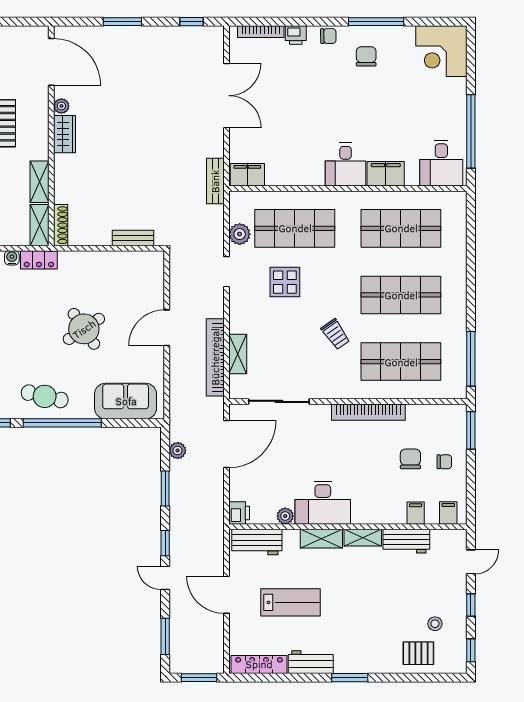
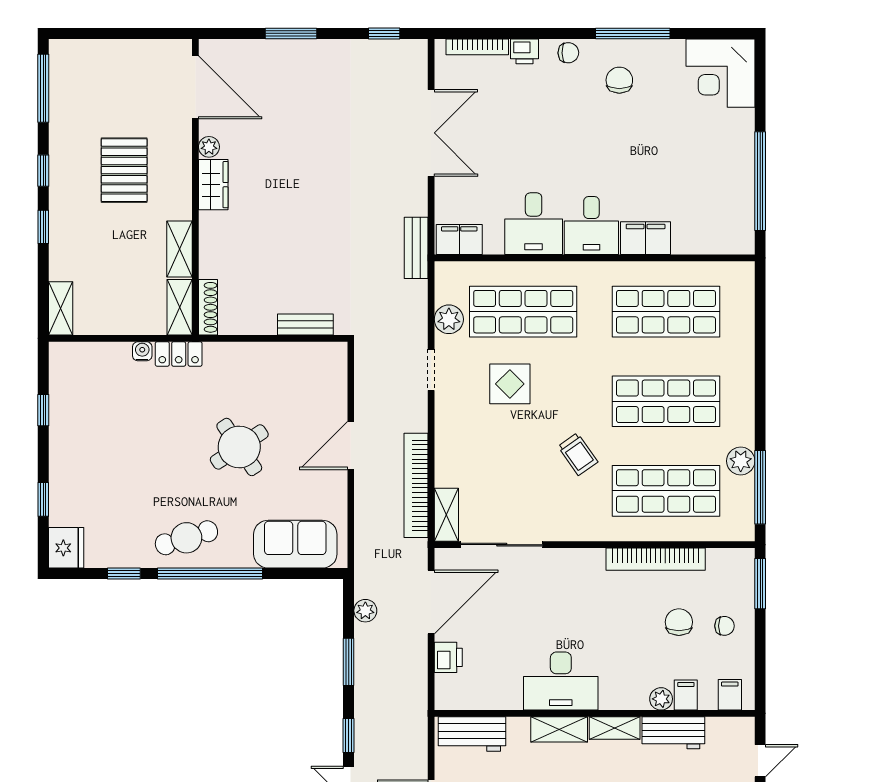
desk: (441, 163) -> (534, 224), moved
plant: (456, 339) -> (741, 461), added
shelving: (238, 354) -> (446, 515), moved
cafe table: (45, 396) -> (186, 538), turned -30
bookcase: (368, 412) -> (656, 559), moved
printer: (239, 513) -> (448, 657), moved
plant: (285, 516) -> (661, 699), moved

